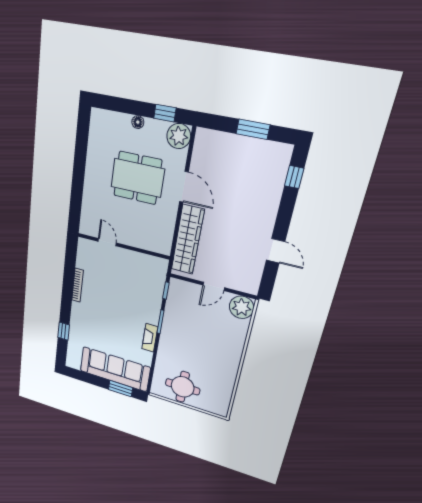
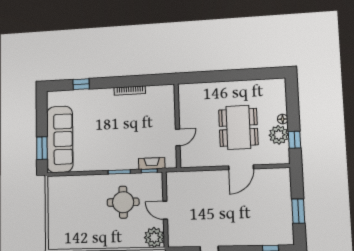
plant: (179, 136) -> (279, 135), moved
wardrobe: (188, 240) -> (199, 180), removed
door: (107, 242) -> (178, 137), moved
fireplace: (150, 338) -> (152, 163), moved
round table: (183, 387) -> (123, 202), moved

